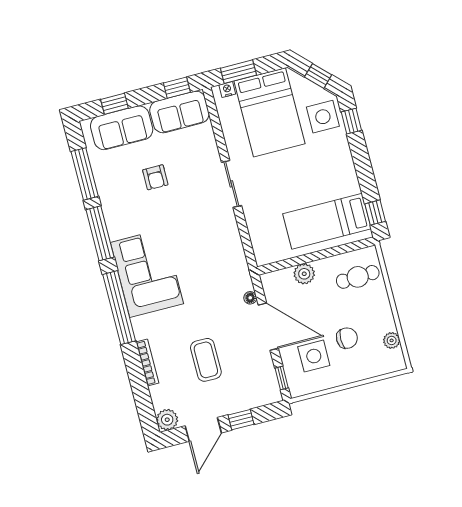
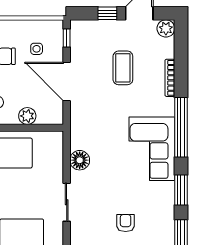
window: (100, 233) -> (181, 190), width x0.69
floor lamp: (250, 298) -> (80, 160), moved, width x1.89, depth x1.89
side table: (314, 356) -> (37, 49), width x0.54, depth x0.54

